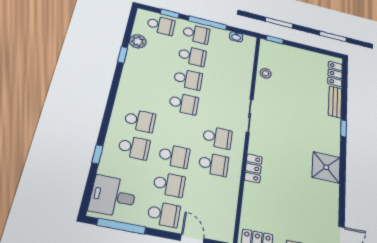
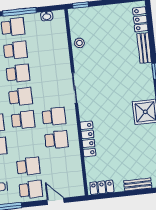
school desk: (174, 156) -> (23, 120), moved
locker: (253, 168) -> (88, 139), width x1.53

